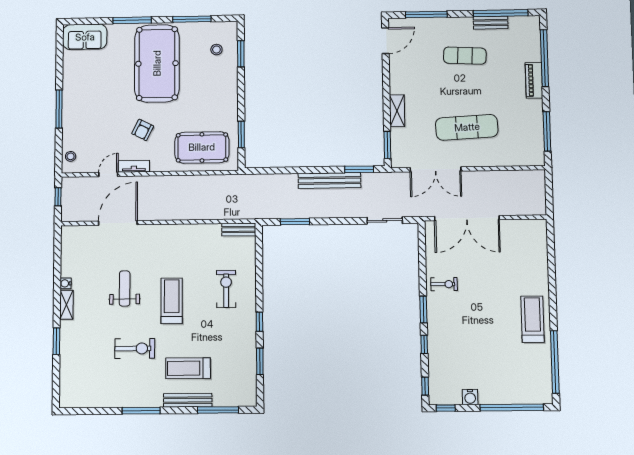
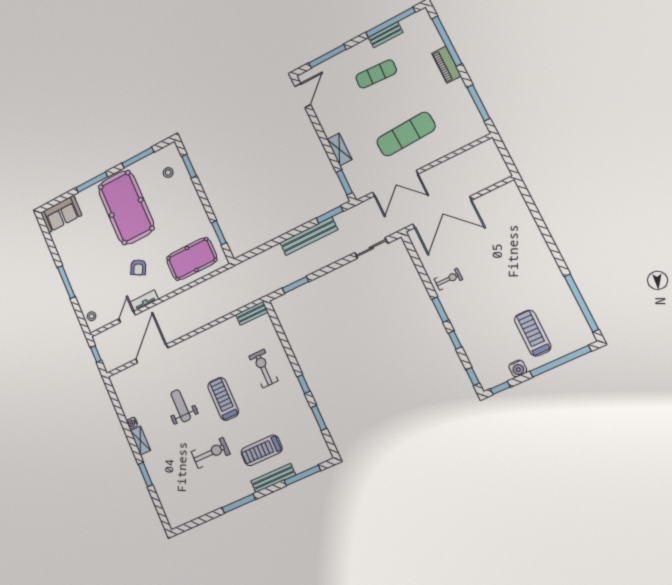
treadmill: (532, 319) -> (533, 333), moved

